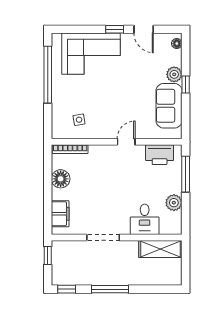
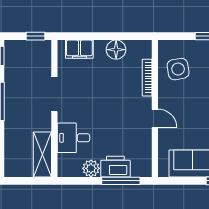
side table: (79, 120) -> (178, 69), width x1.87, depth x1.87
bookcase: (70, 149) -> (147, 78), moved
printer: (160, 155) -> (115, 167), moved, turned 90

